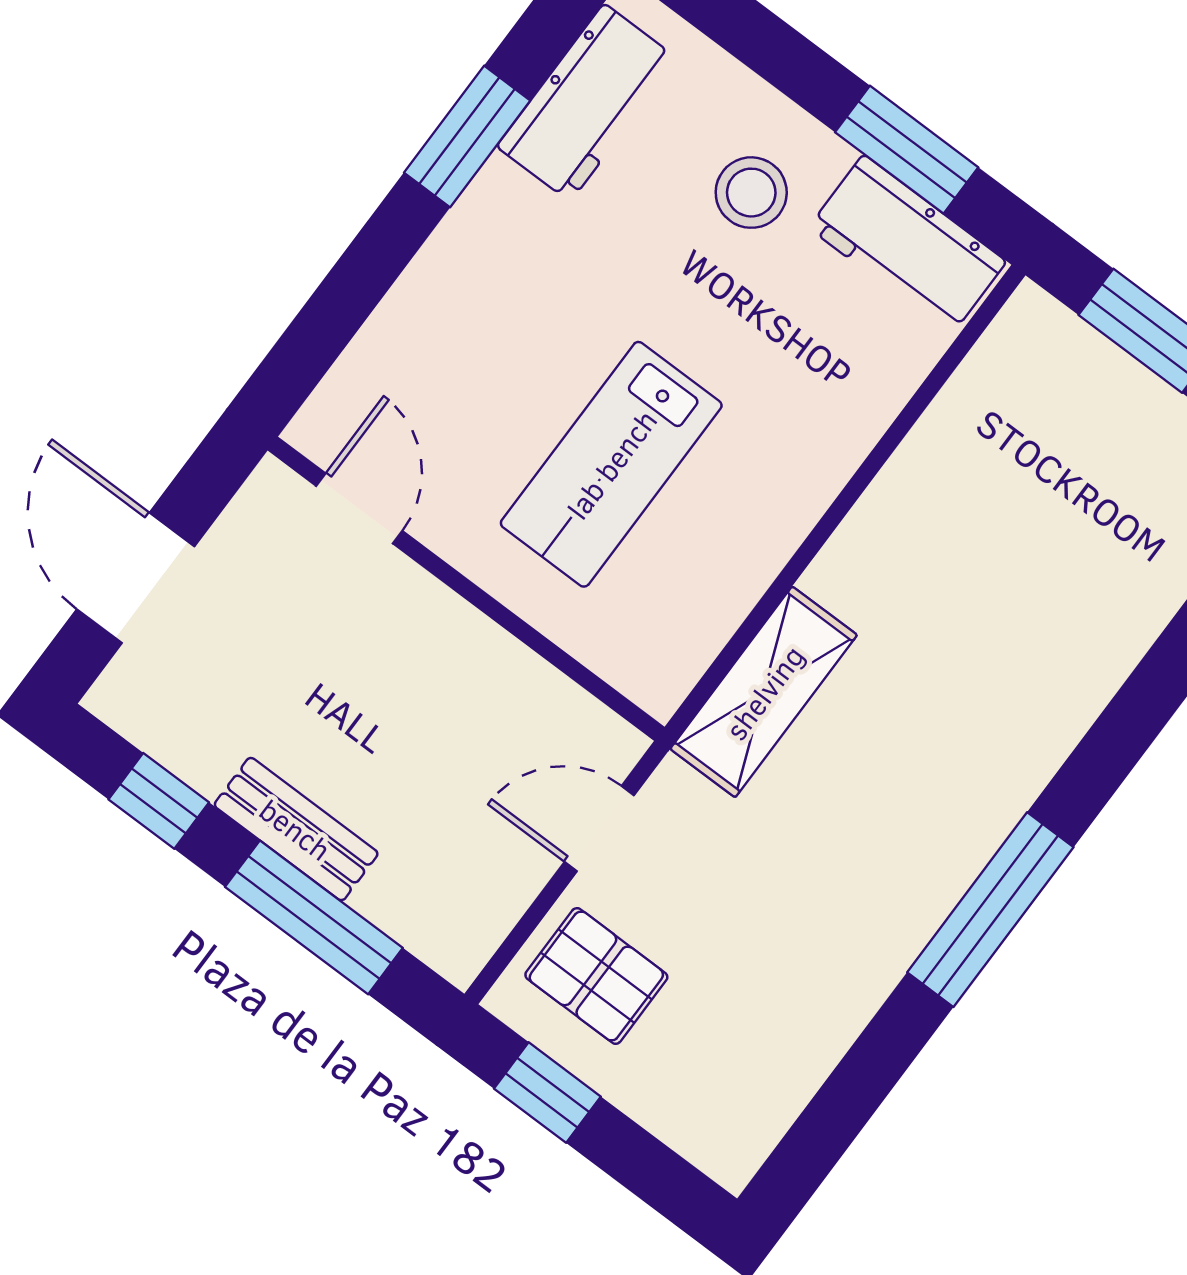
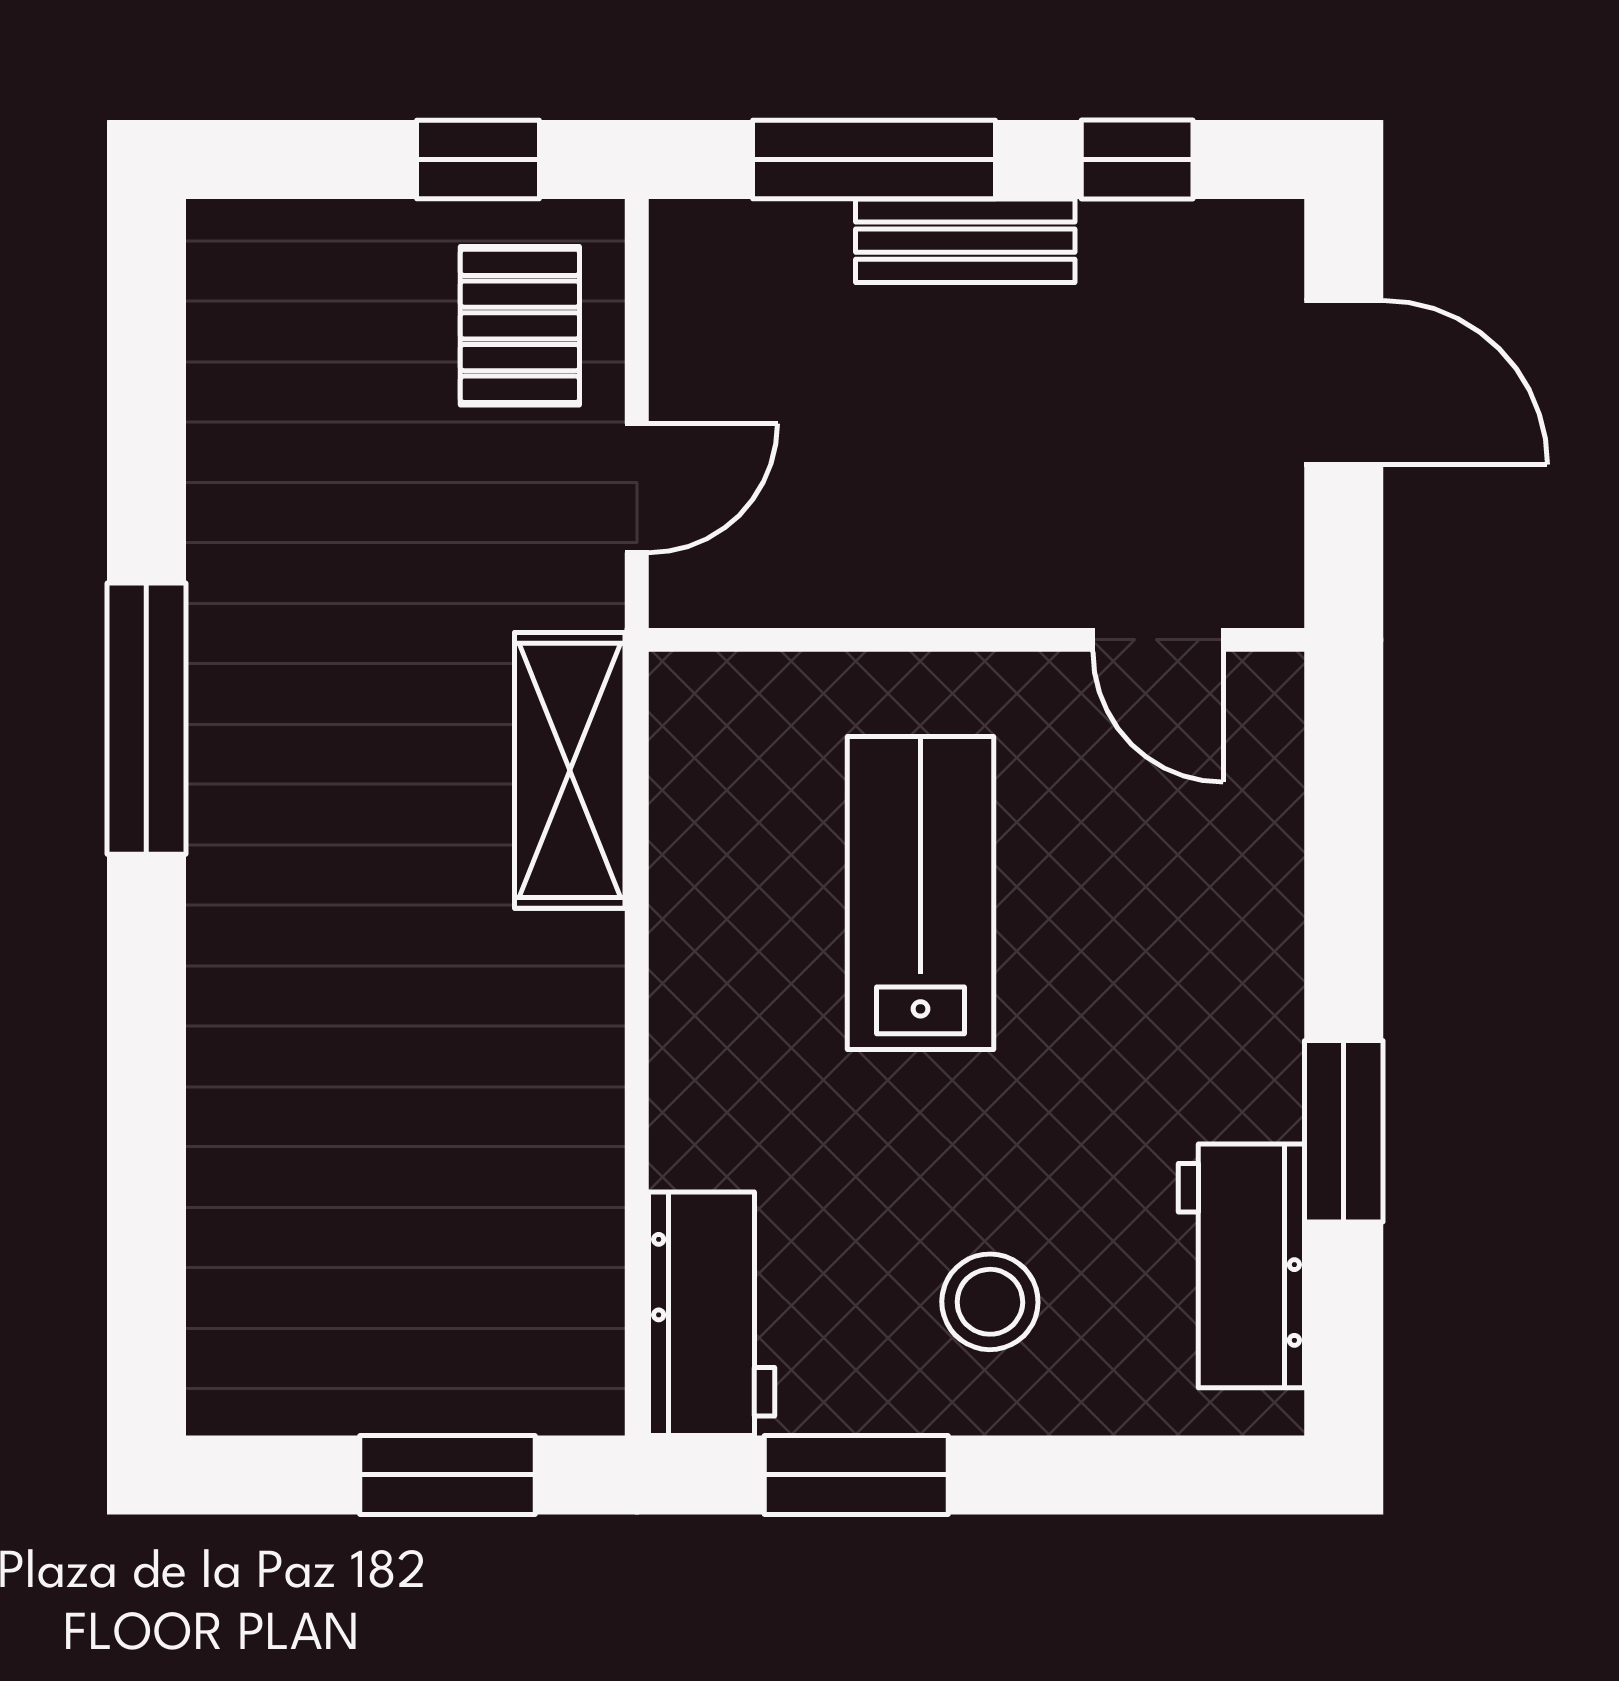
workbench: (907, 245) -> (712, 1314), moved, turned 90
pallet: (596, 976) -> (520, 326), turned 90

